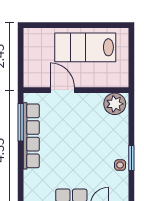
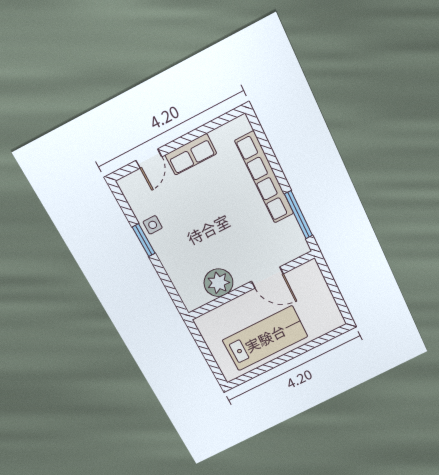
plant: (115, 104) -> (218, 283), moved
row of seats: (31, 136) -> (264, 178), moved

